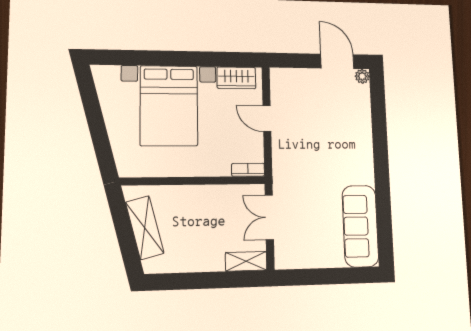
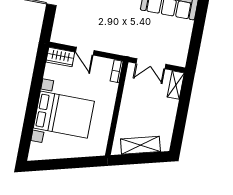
wardrobe: (236, 78) -> (60, 57), moved, turned 90
door: (267, 119) -> (85, 51), hinge flipped

